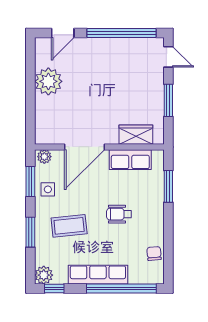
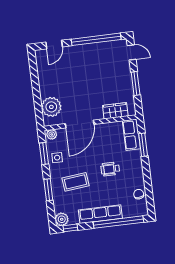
plant: (48, 81) -> (51, 107), moved
row of seats: (130, 160) -> (131, 135), moved, turned 90

